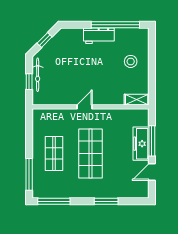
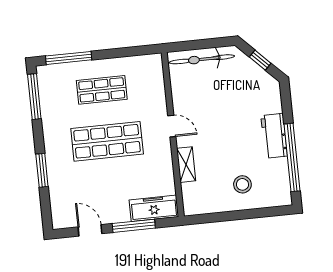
bicycle: (38, 75) -> (202, 59), width x1.37, depth x1.40
window: (29, 82) -> (199, 44), removed
shelving: (137, 100) -> (186, 165), moved
freezer: (141, 144) -> (154, 208), moved

